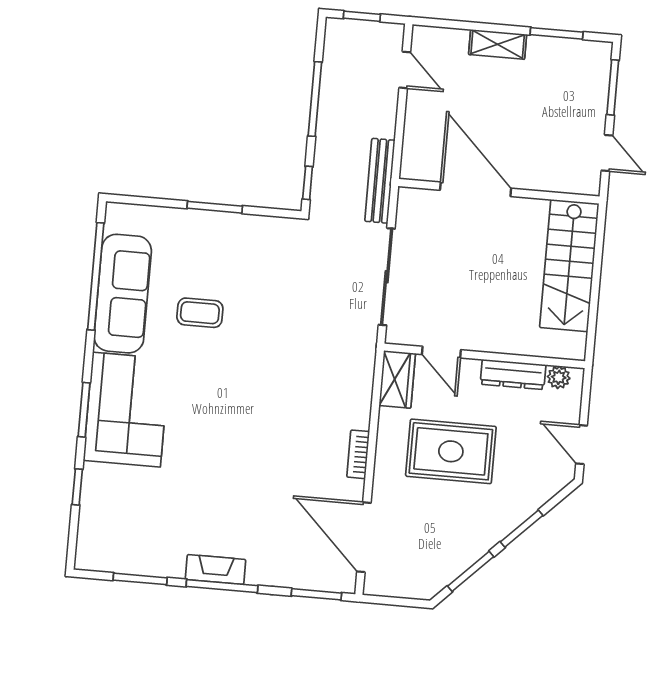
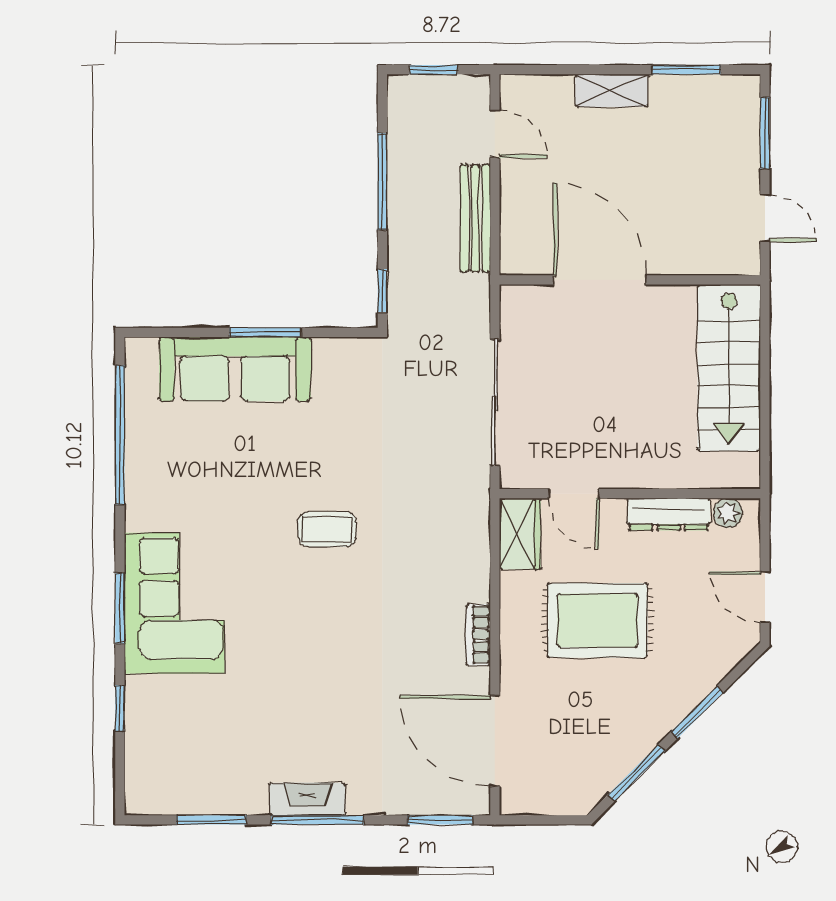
bench: (380, 181) -> (475, 218), moved
sofa: (123, 294) -> (235, 369), moved, turned 90
coffee table: (200, 313) -> (327, 529), moved

